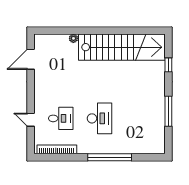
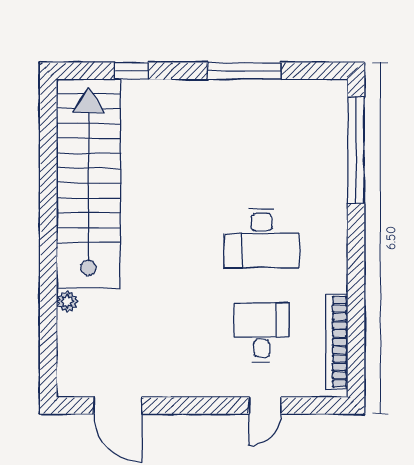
desk: (100, 118) -> (262, 238), turned 180
window: (110, 157) -> (356, 150), moved

